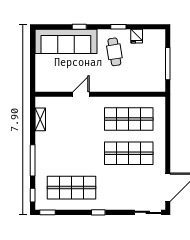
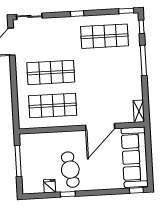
window: (79, 27) -> (136, 190), moved
sofa: (66, 41) -> (135, 157), moved, turned -90
cafe table: (114, 52) -> (70, 170), width x1.37, depth x1.35
door: (81, 94) -> (100, 127), width x1.87
shelving: (40, 119) -> (139, 111), moved

